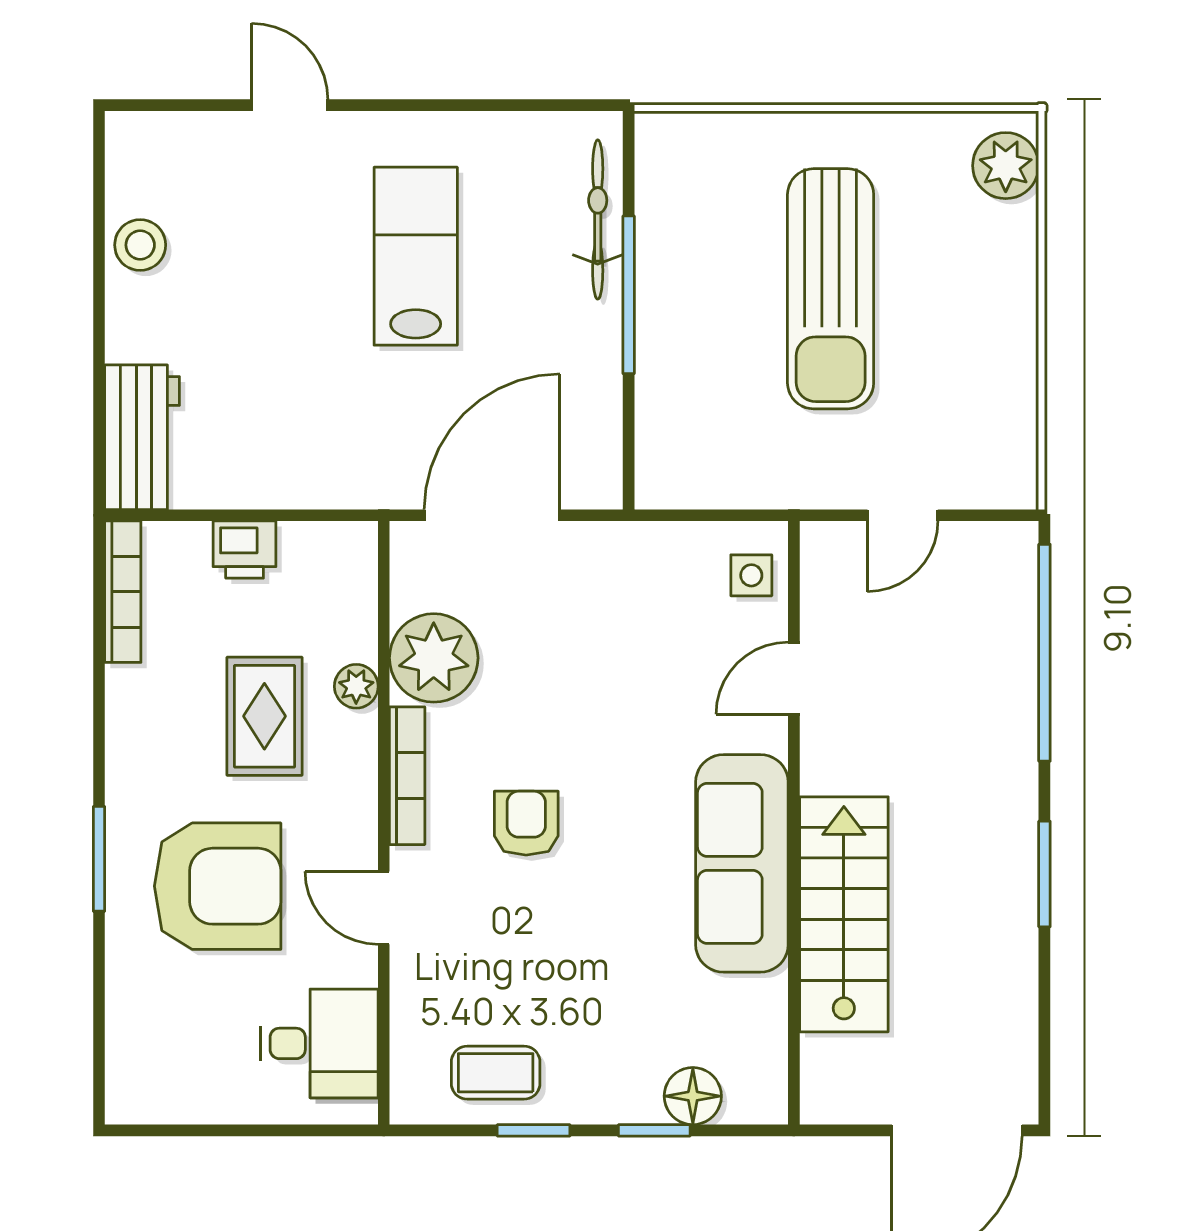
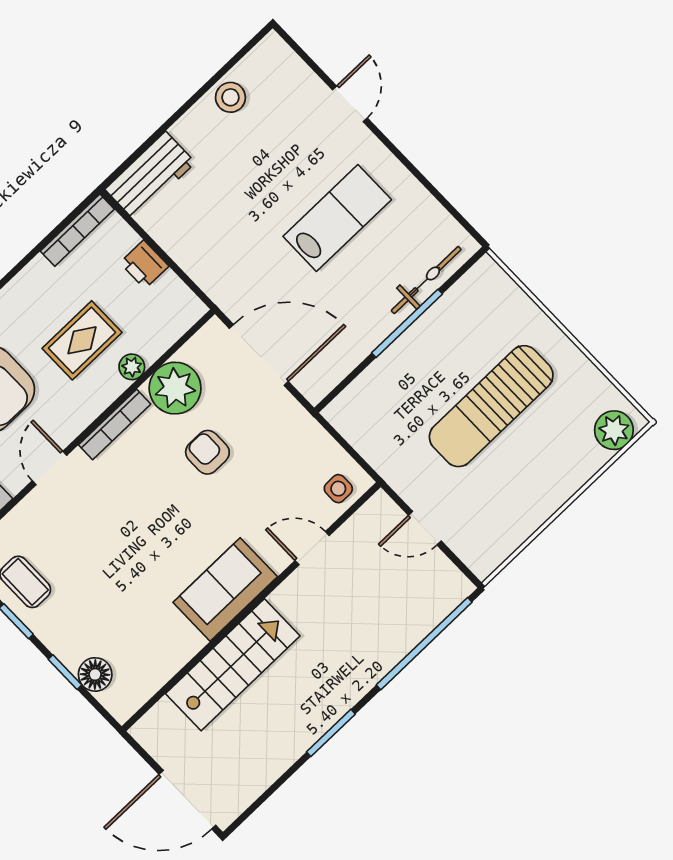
armchair: (526, 823) -> (207, 452), moved, turned -90
sofa: (742, 863) -> (225, 589), width x0.73

